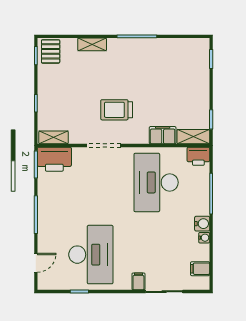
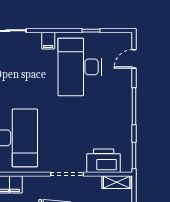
printer: (54, 159) -> (104, 161), moved
filing cabinet: (138, 281) -> (48, 41), moved

